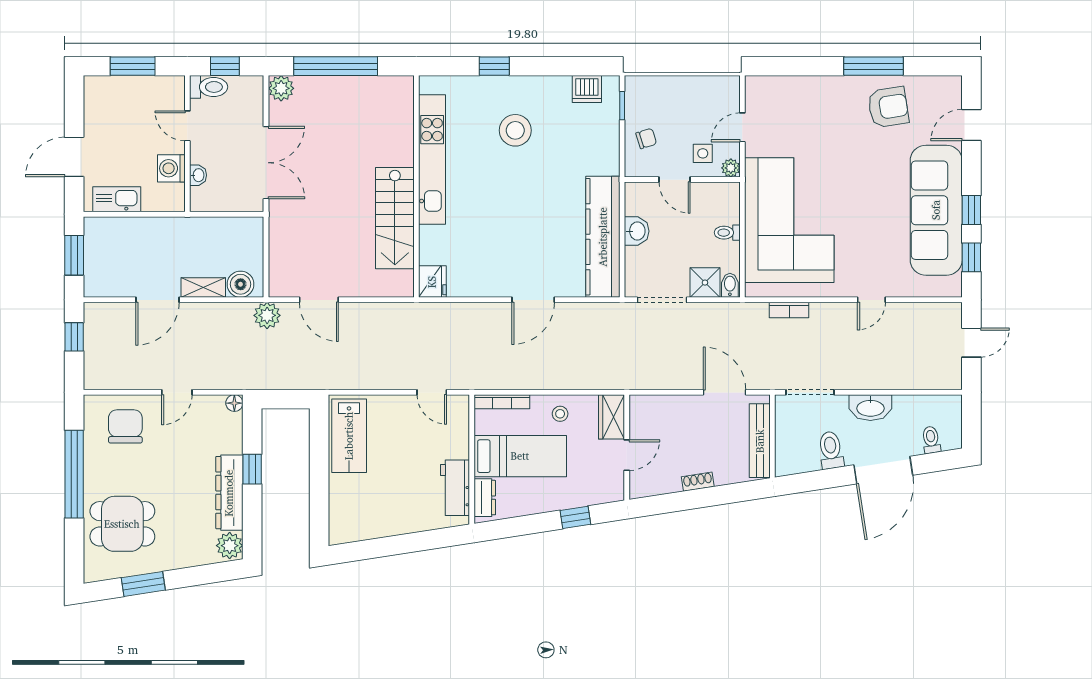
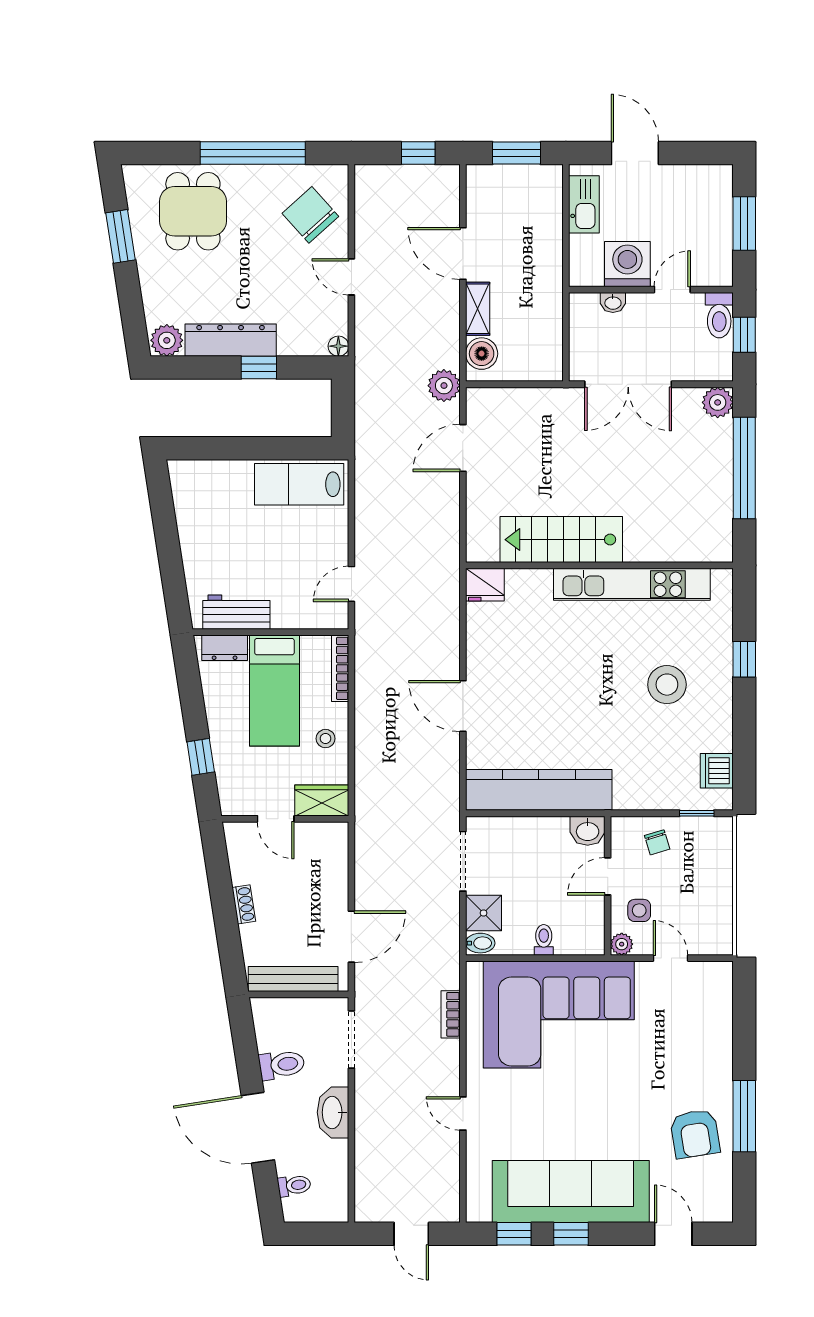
washing machine: (171, 168) -> (627, 264), width x1.37, depth x1.37
washbasin: (637, 231) -> (588, 831), moved
chair: (125, 426) -> (310, 215), turned -132

